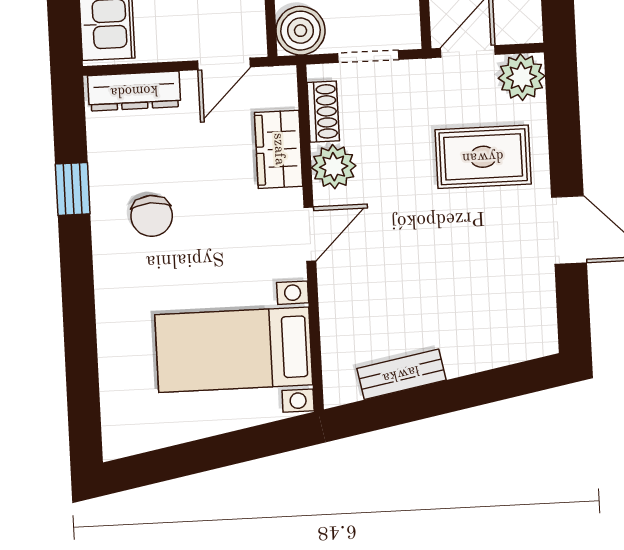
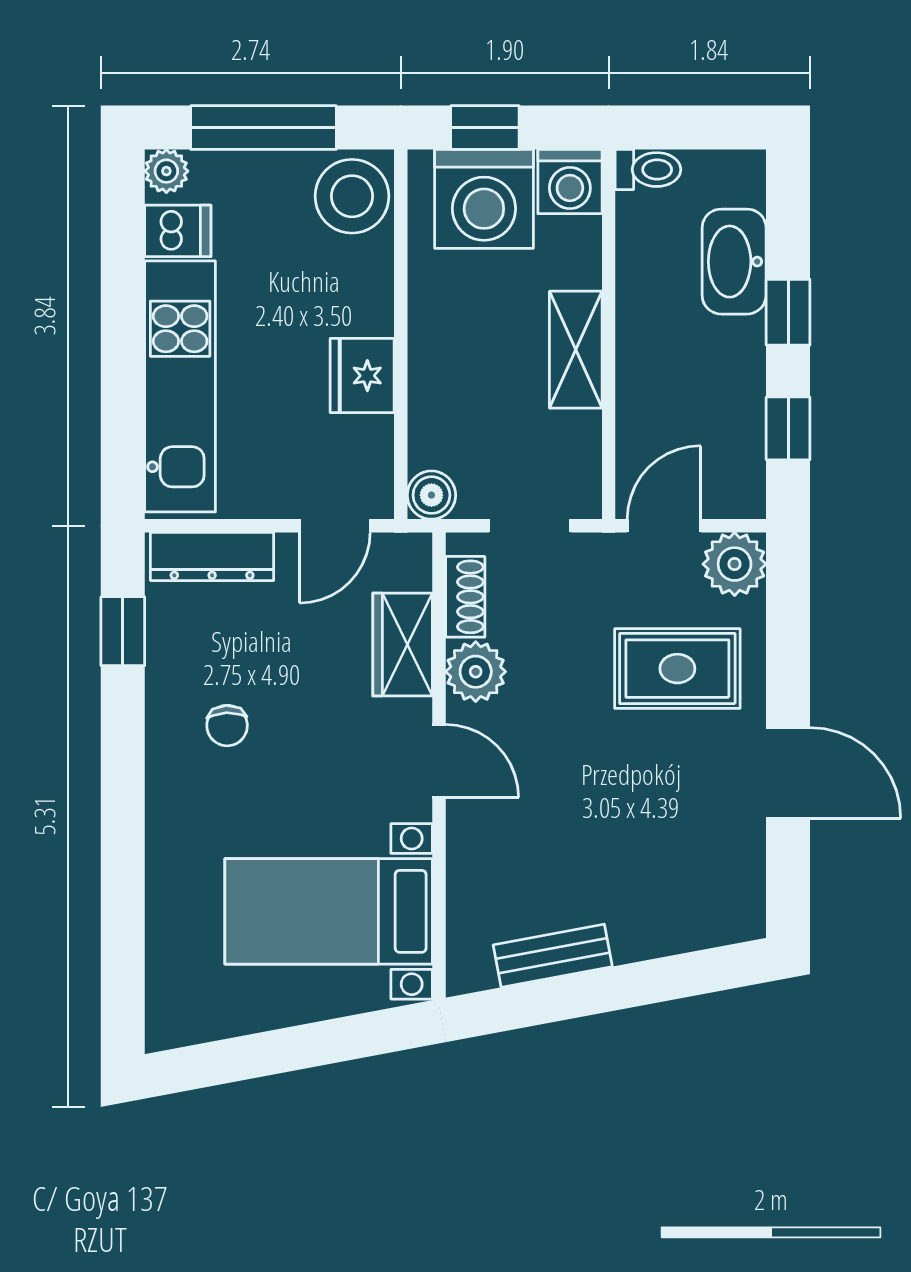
boiler: (301, 31) -> (431, 495), width x0.73, depth x0.73
window: (73, 189) -> (123, 631), moved
chair: (152, 216) -> (227, 726), width x0.73, depth x0.73
door: (310, 234) -> (439, 761), hinge flipped

